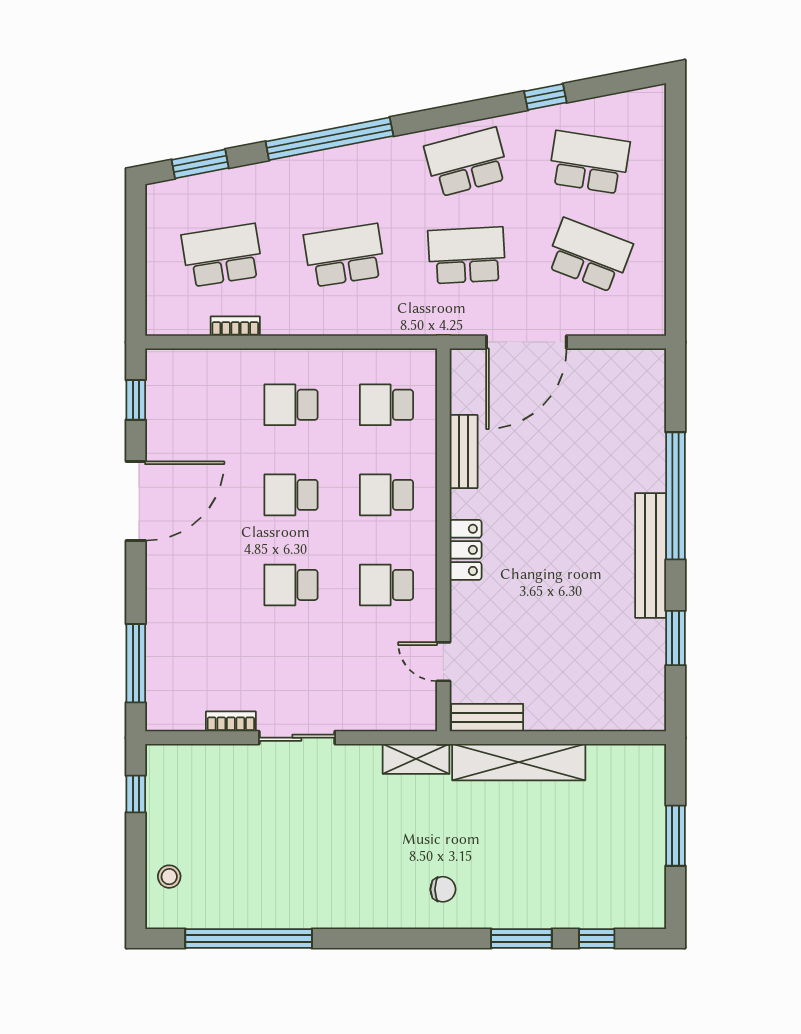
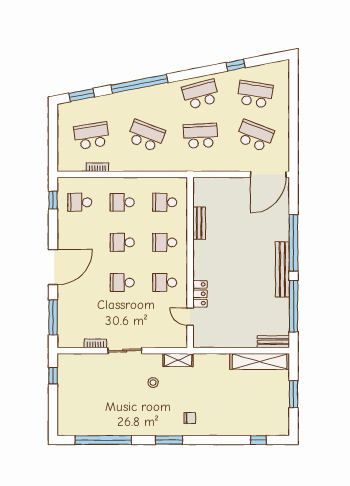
school desk: (344, 255) -> (146, 136), turned 30
door: (526, 342) -> (268, 174), moved
school desk: (196, 405) -> (80, 202), added
door: (136, 501) -> (53, 267), moved
locker: (466, 550) -> (200, 294), moved
window: (676, 638) -> (294, 306), width x2.11
bench: (487, 718) -> (273, 342), moved
shelving: (519, 762) -> (260, 361), moved
stool: (169, 877) -> (153, 383), moved
window: (521, 939) -> (169, 440), moved

